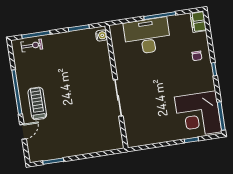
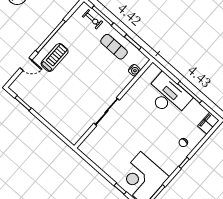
water cooler: (101, 35) -> (134, 70), moved
exercise mat: (70, 47) -> (114, 47), added

